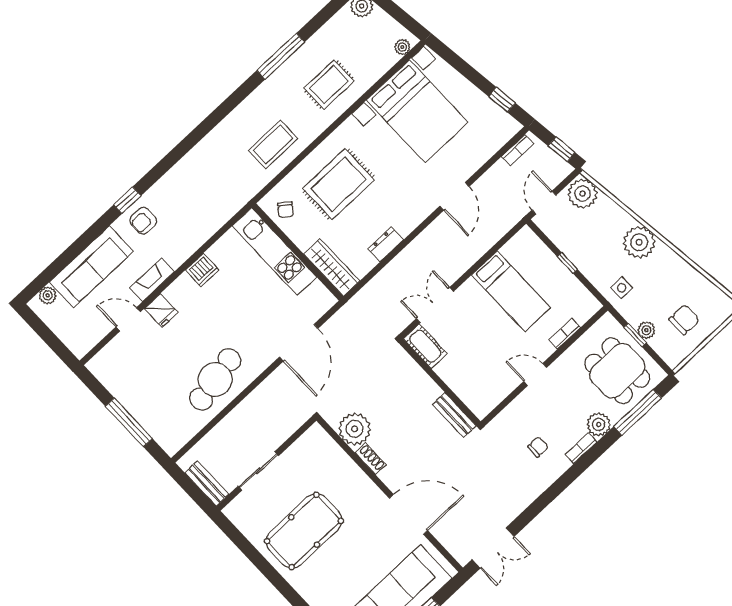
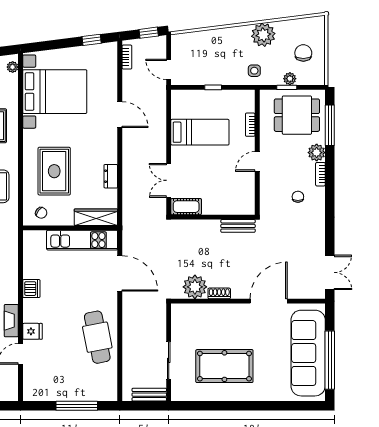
plant: (582, 194) -> (183, 44), removed
plant: (639, 242) -> (263, 35), moved
kitchen unit: (274, 252) -> (82, 240), moved
pool table: (304, 531) -> (224, 366), turned 90

